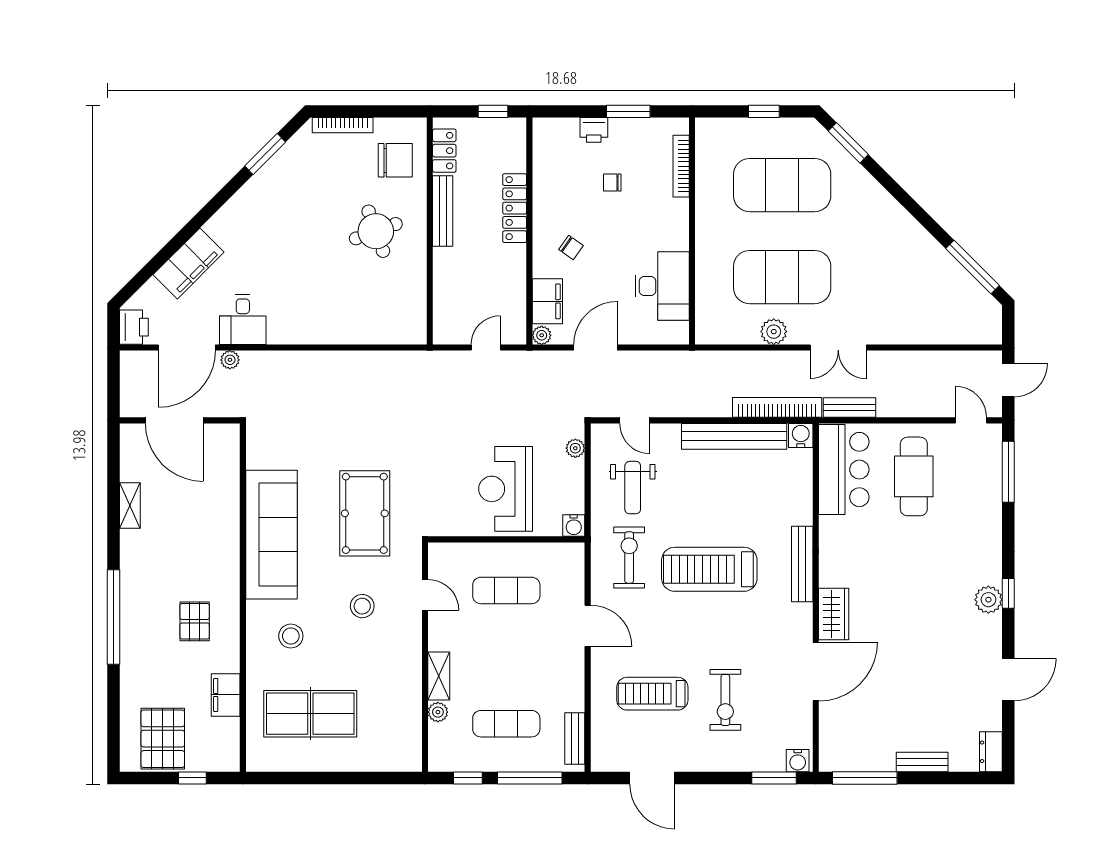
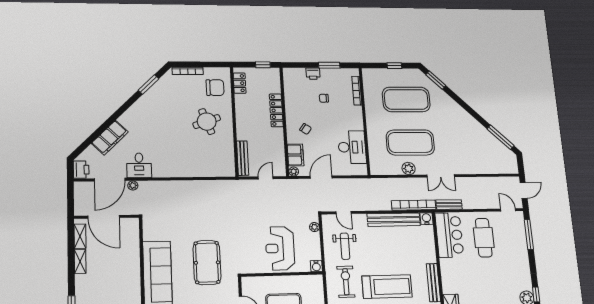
bench: (443, 211) -> (243, 158), moved
shelving: (130, 457) -> (80, 236), added
treadmill: (709, 569) -> (387, 287), turned 180

